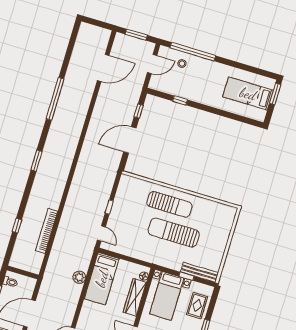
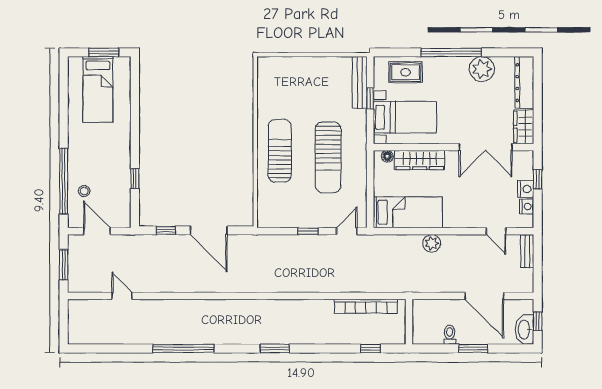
door: (103, 68) -> (122, 296), width x0.53
window: (275, 94) -> (104, 52), moved
sun lounger: (174, 233) -> (328, 157), moved
wall: (23, 272) -> (409, 322), moved
plant: (79, 277) -> (432, 243), moved

